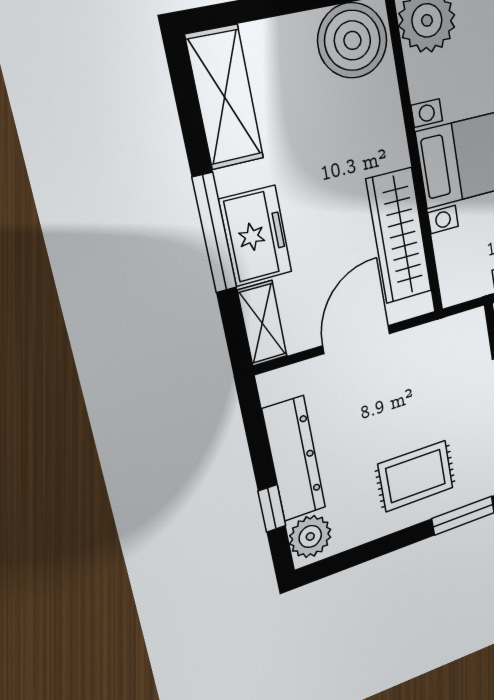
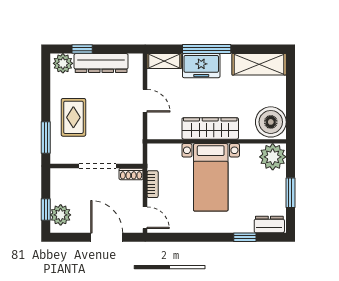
wardrobe: (399, 236) -> (210, 128), moved
door: (356, 340) -> (145, 101), width x0.73

